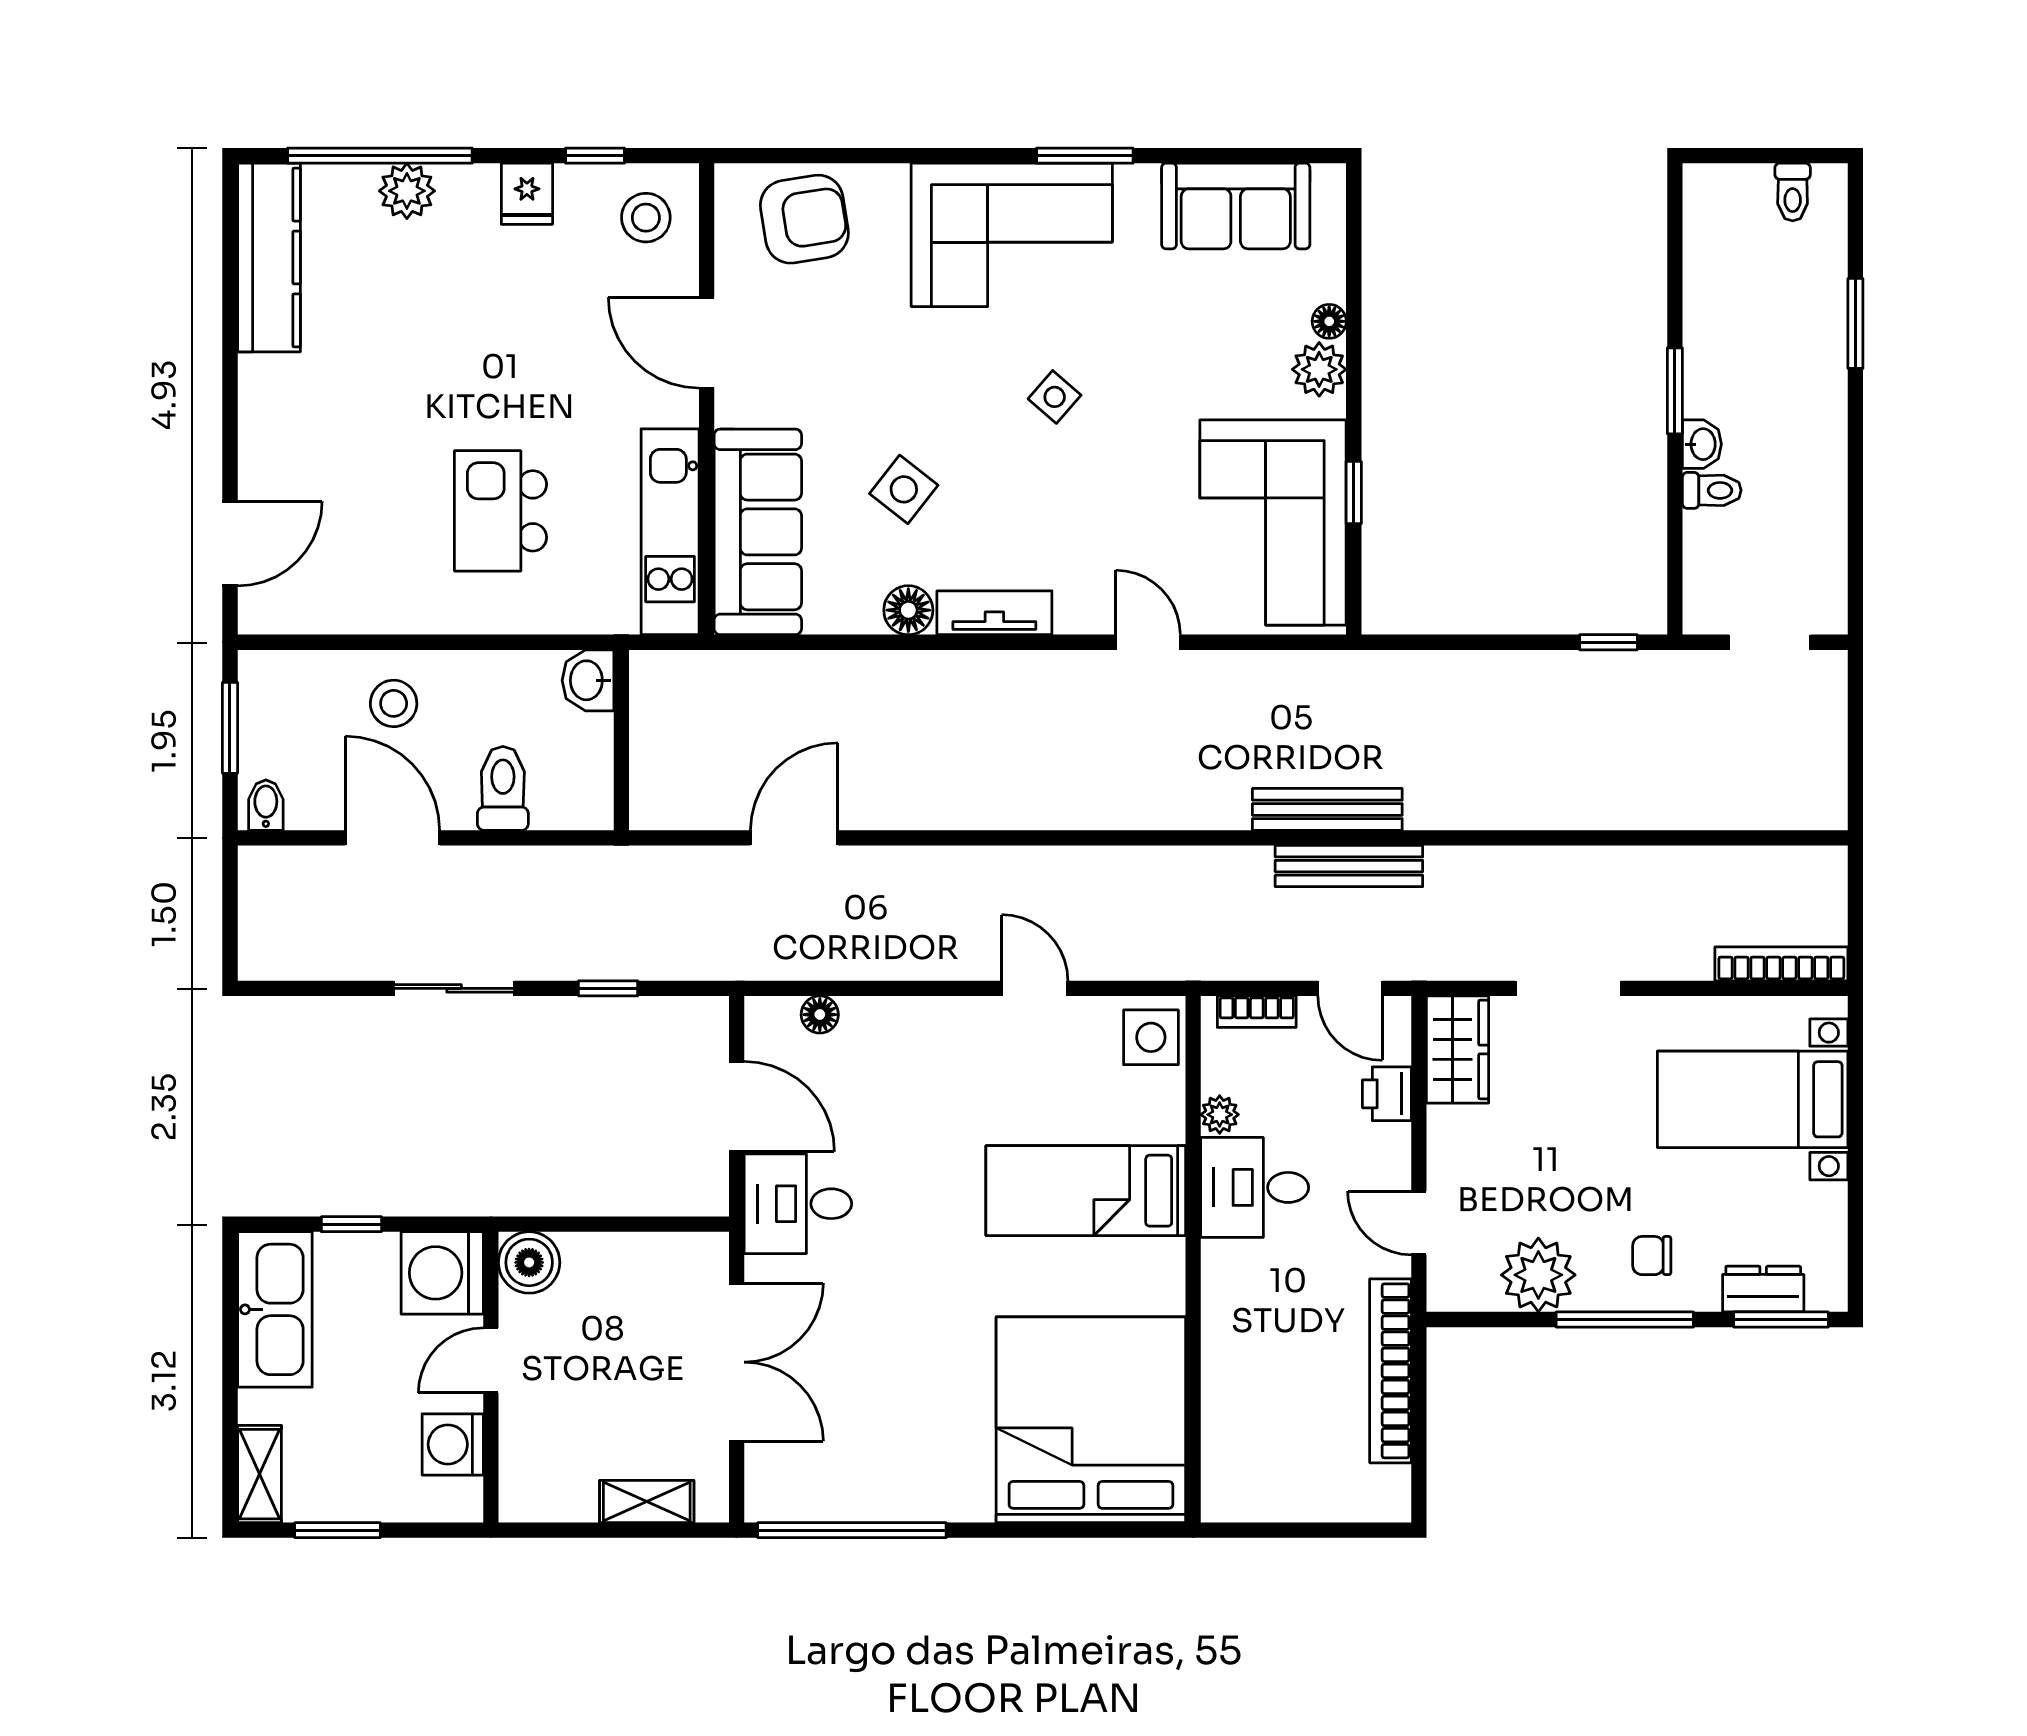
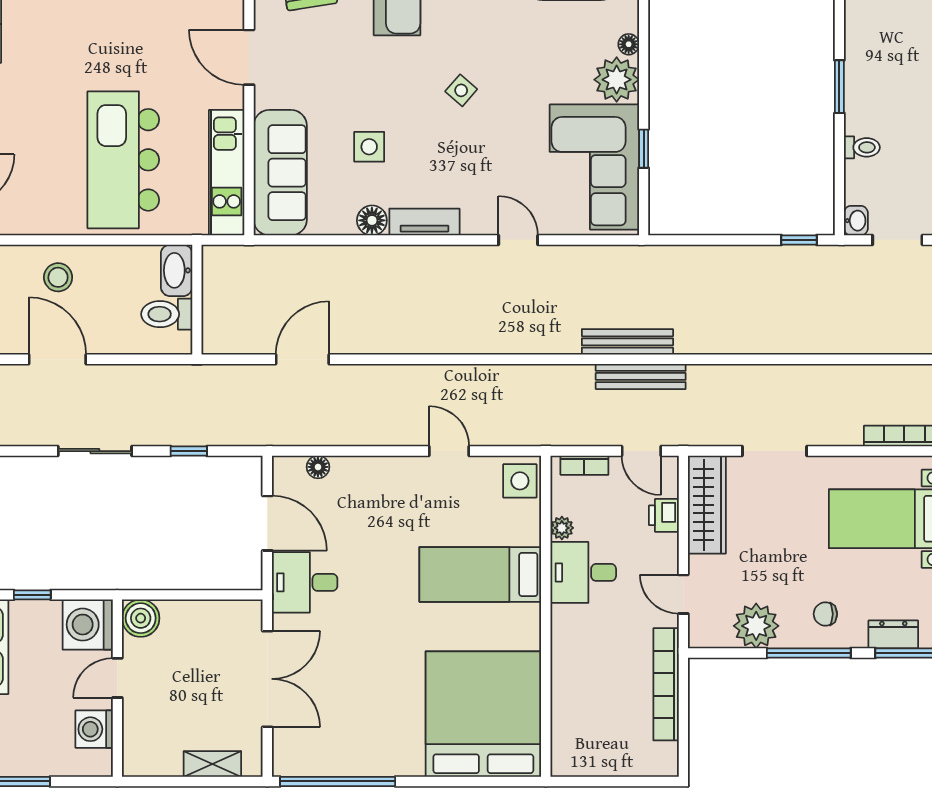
plant: (1319, 369) -> (617, 80), width x1.36, depth x1.36
washbasin: (1702, 444) -> (856, 221), moved
side table: (904, 489) -> (369, 147), turned -38
kitchen island: (500, 511) -> (123, 160), width x1.87, depth x1.28
washbasin: (588, 680) -> (177, 270), width x1.38
toilet: (503, 788) -> (167, 314), moved, turned -90
wardrobe: (1458, 1049) -> (707, 505), width x1.50

